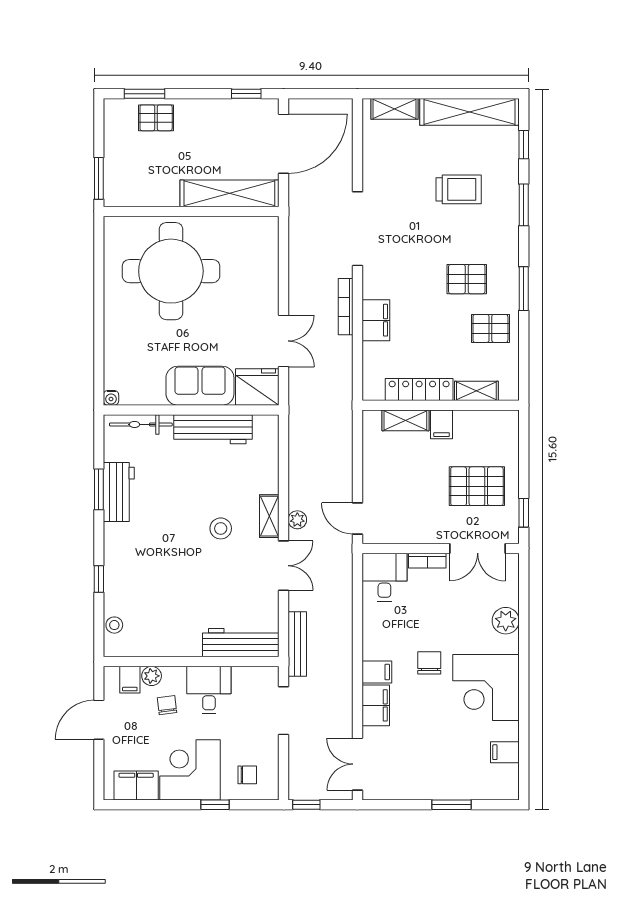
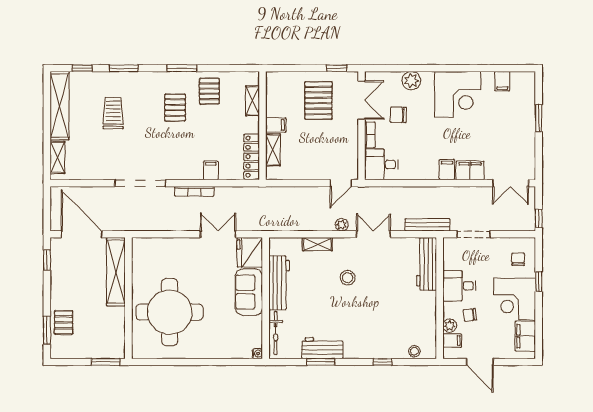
filing cabinet: (376, 320) -> (211, 170), width x0.50
locker: (419, 390) -> (252, 157), moved
shelving: (269, 516) -> (317, 244), moved
chair: (429, 663) -> (398, 115), moved

